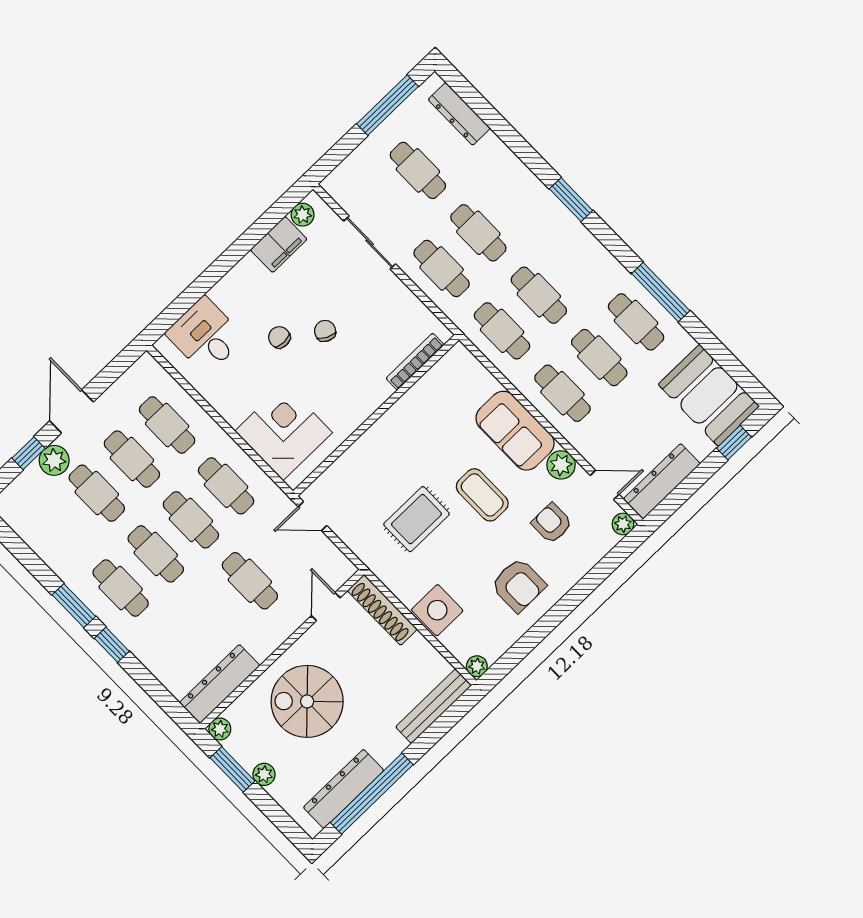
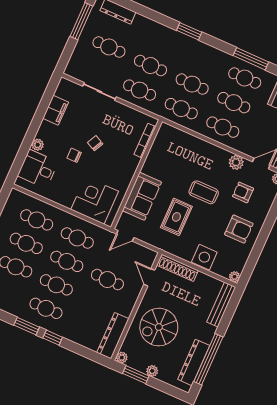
plant: (303, 215) -> (38, 145), moved
sofa: (515, 431) -> (142, 196), moved, turned -90

